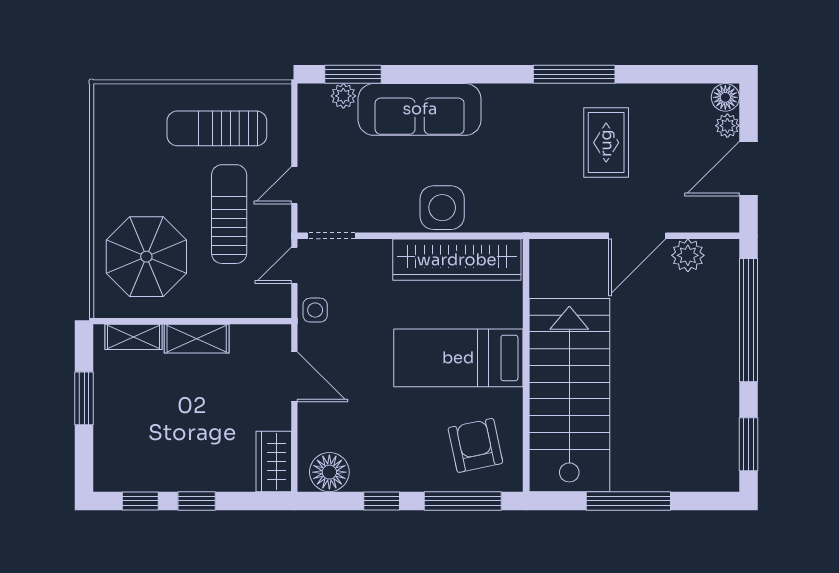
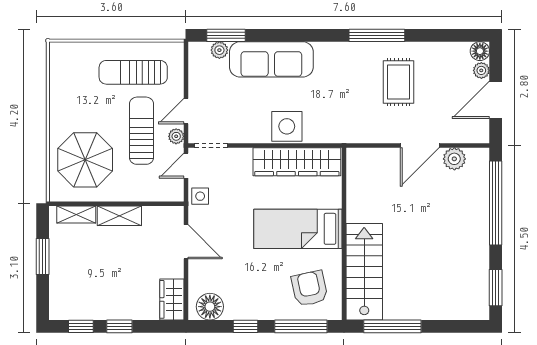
plant: (280, 222) -> (176, 136), added
stairs: (569, 395) -> (364, 272), width x0.73, depth x0.66
window: (628, 501) -> (392, 326), moved

